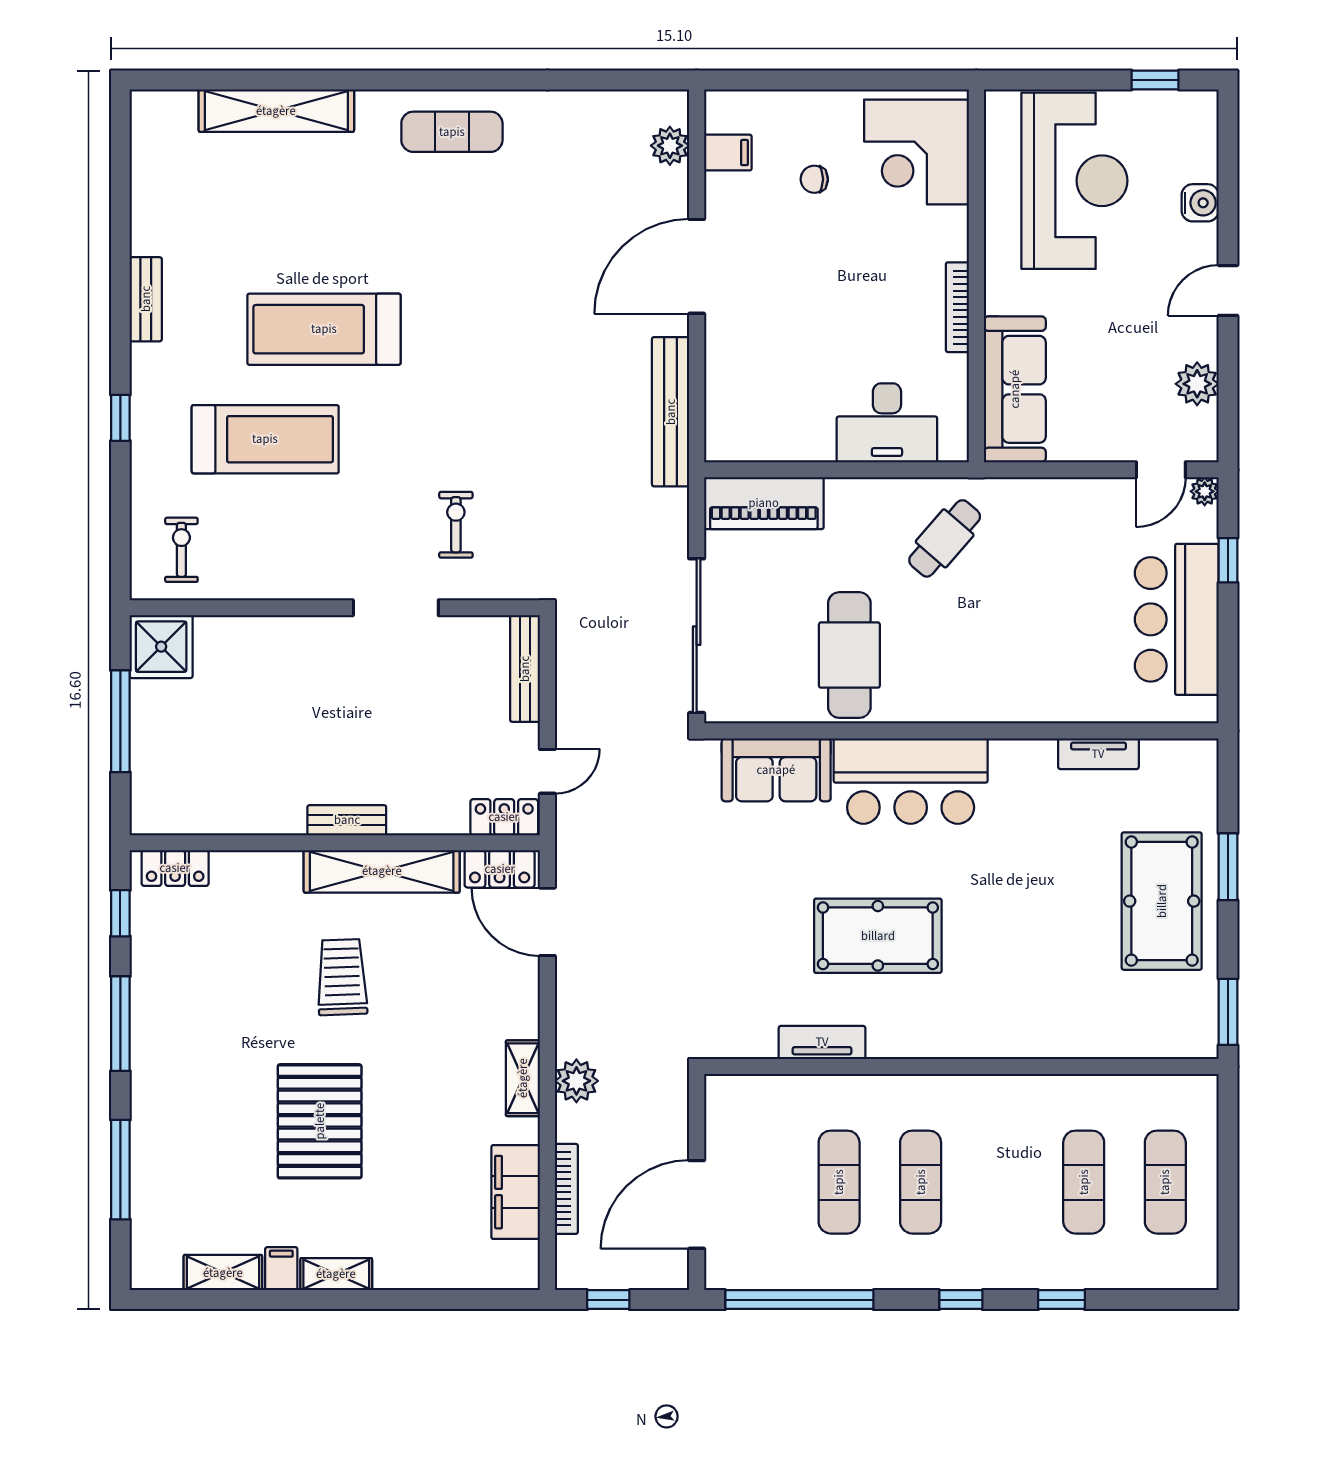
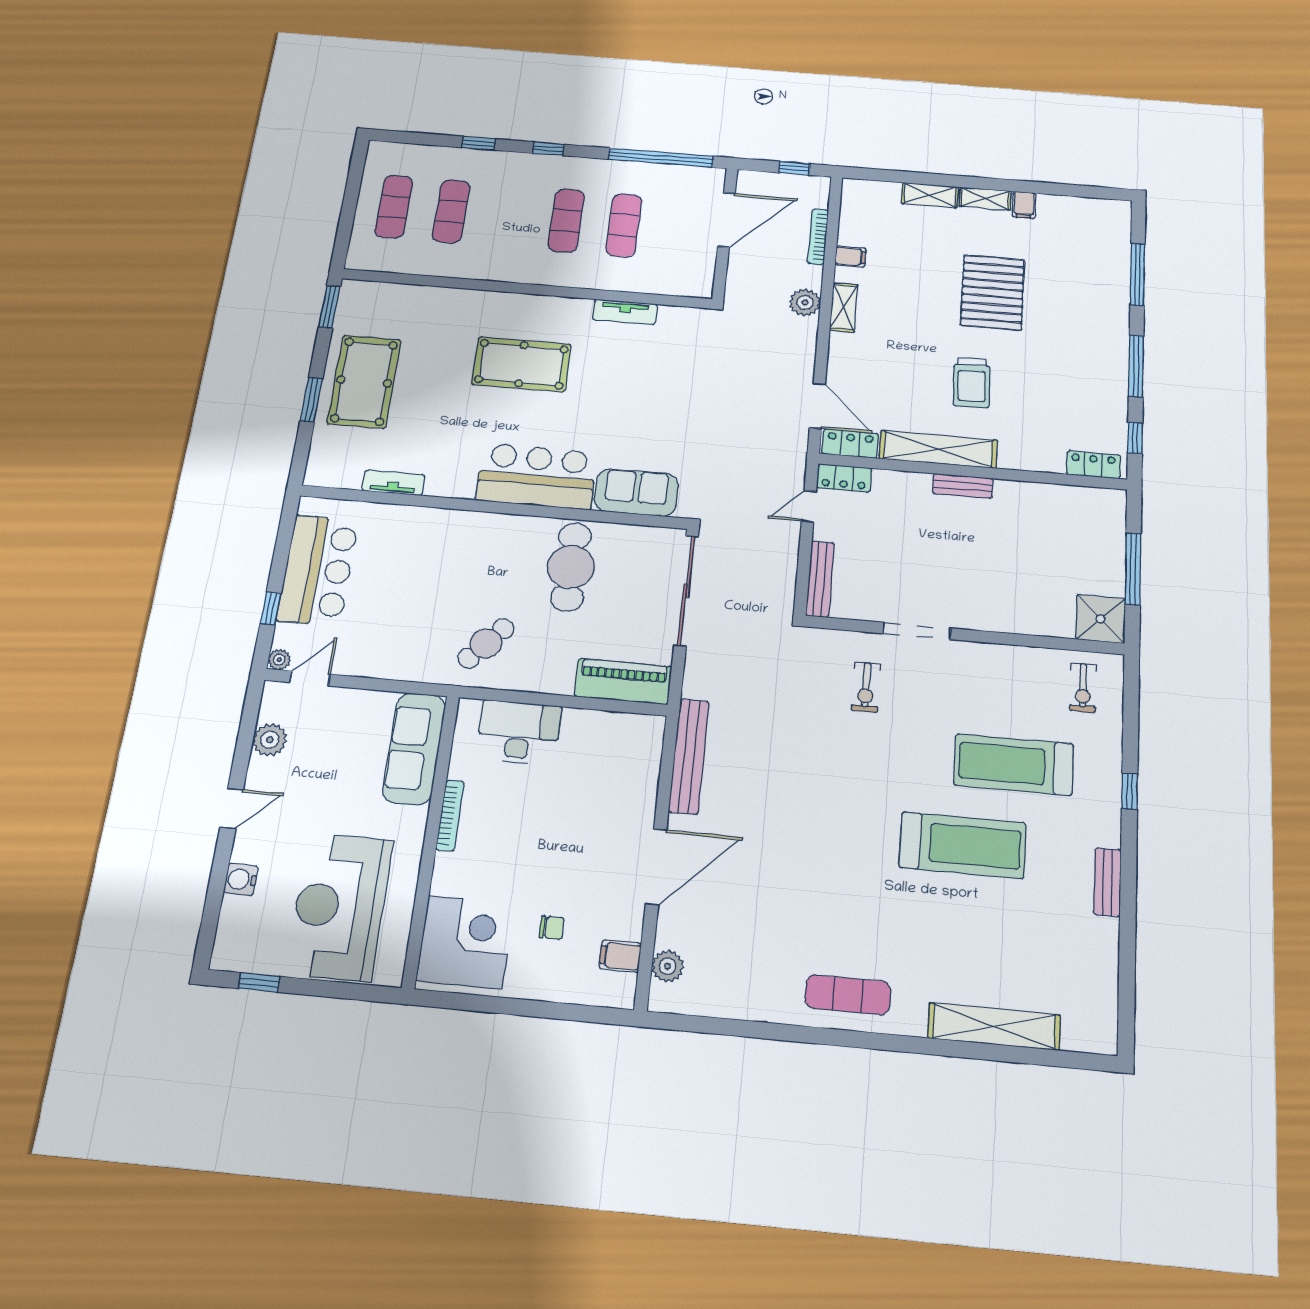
pool table: (878, 936) -> (521, 364), moved
filing cabinet: (516, 1192) -> (850, 257), width x0.33, depth x0.86
shelving: (223, 1273) -> (930, 195), moved

